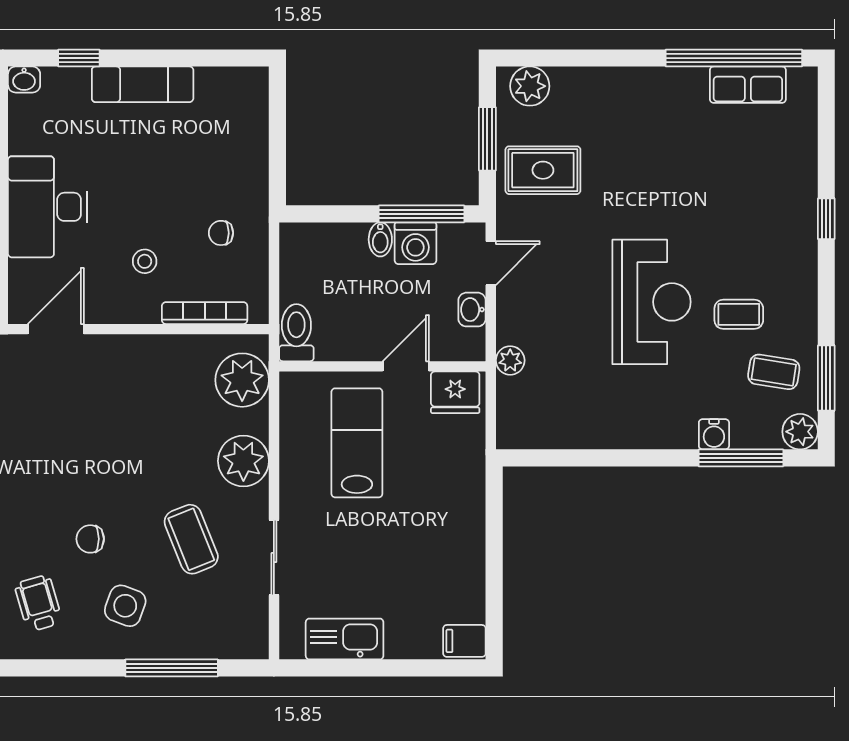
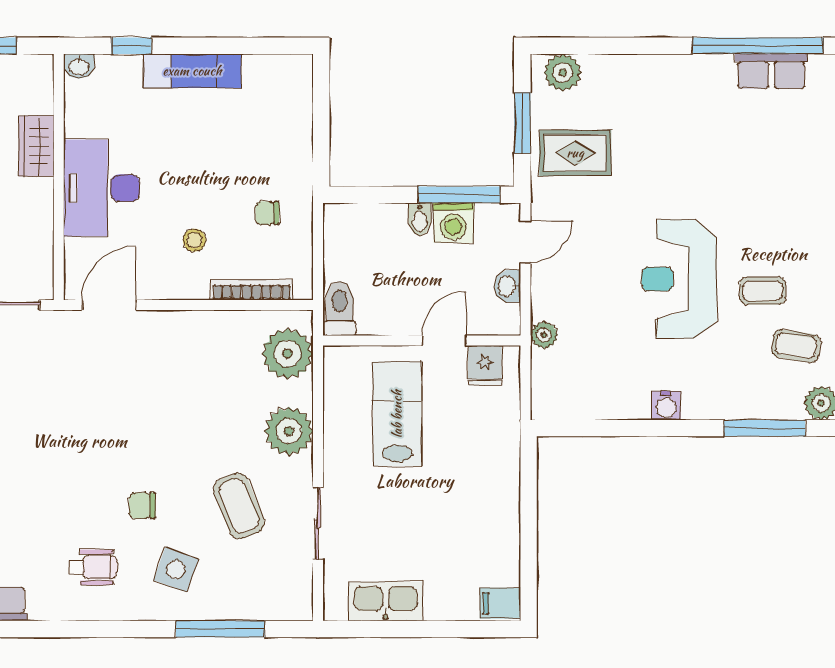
reception desk: (652, 302) -> (679, 279), turned 180
fridge: (455, 392) -> (485, 365), width x0.72
water cooler: (714, 434) -> (666, 406), moved
wheelchair: (38, 603) -> (93, 567), turned 106

